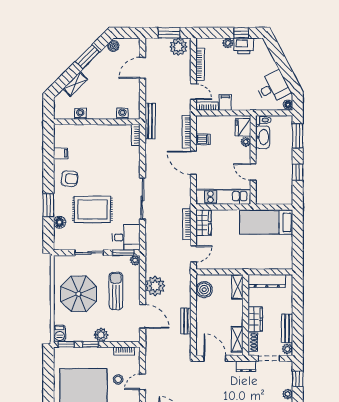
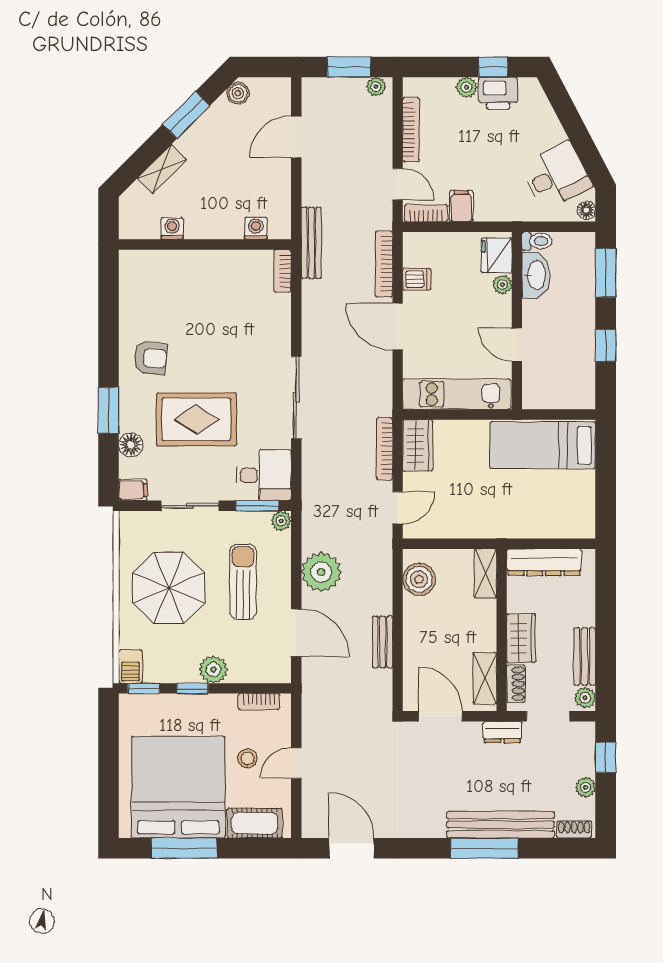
plant: (178, 47) -> (376, 87), width x0.53, depth x0.53
filing cabinet: (61, 153) -> (133, 490), moved

